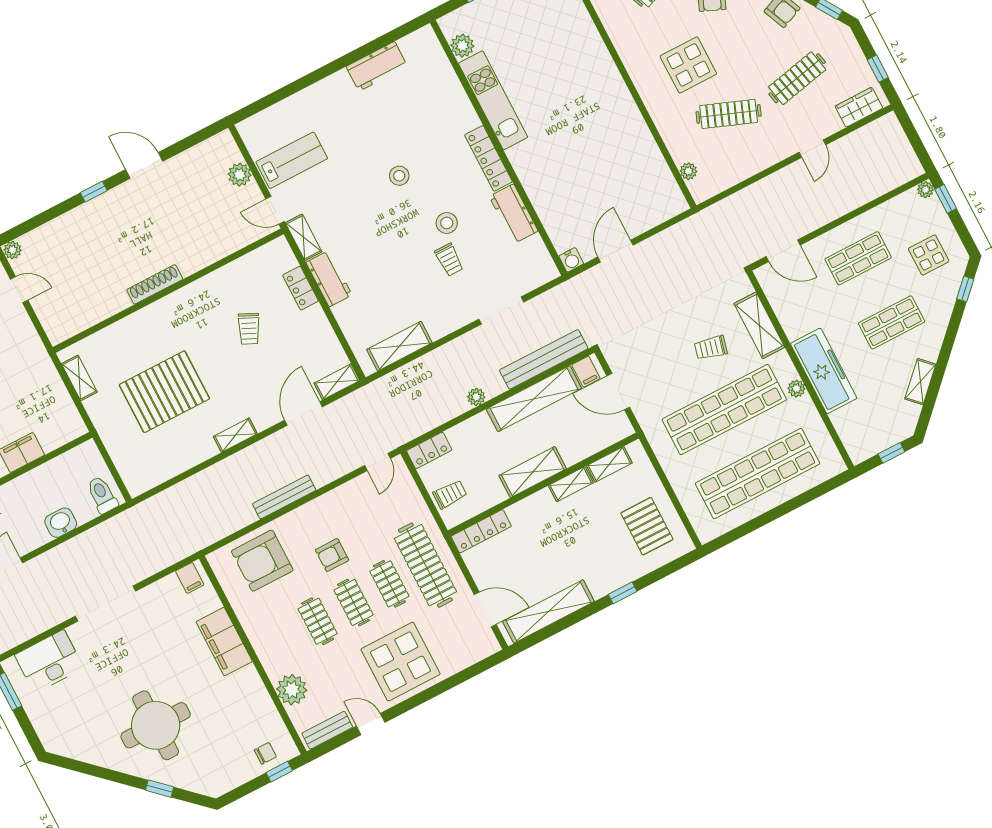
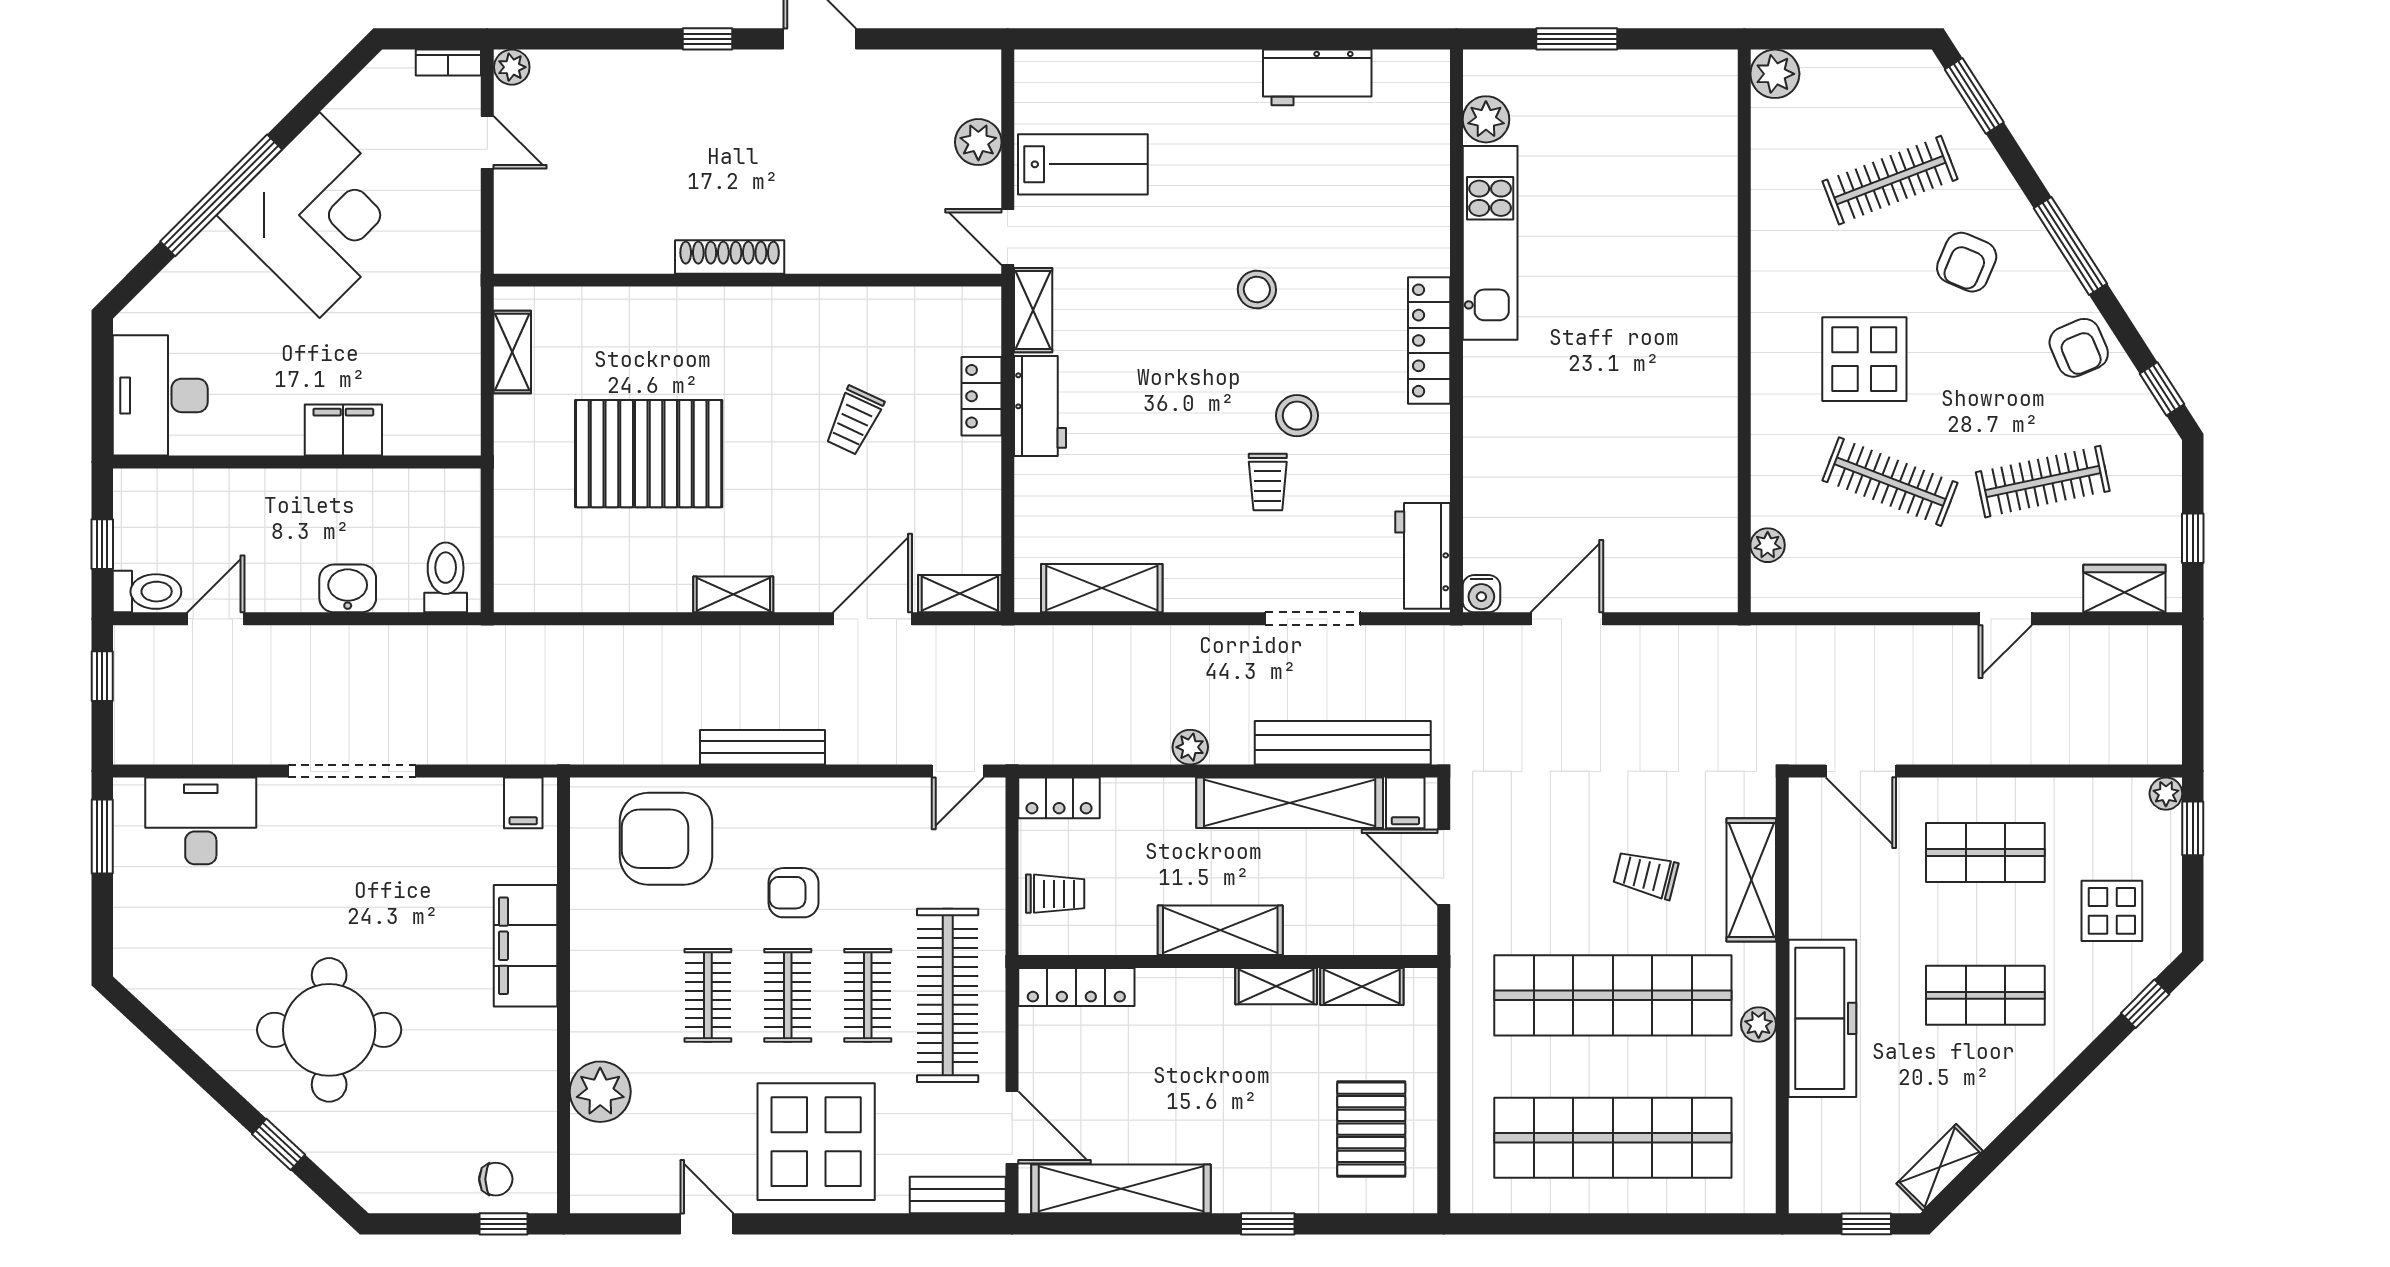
workbench: (514, 214) -> (1423, 556), moved
shelving: (920, 382) -> (1940, 1167), moved
bench: (327, 730) -> (958, 1195), moved

